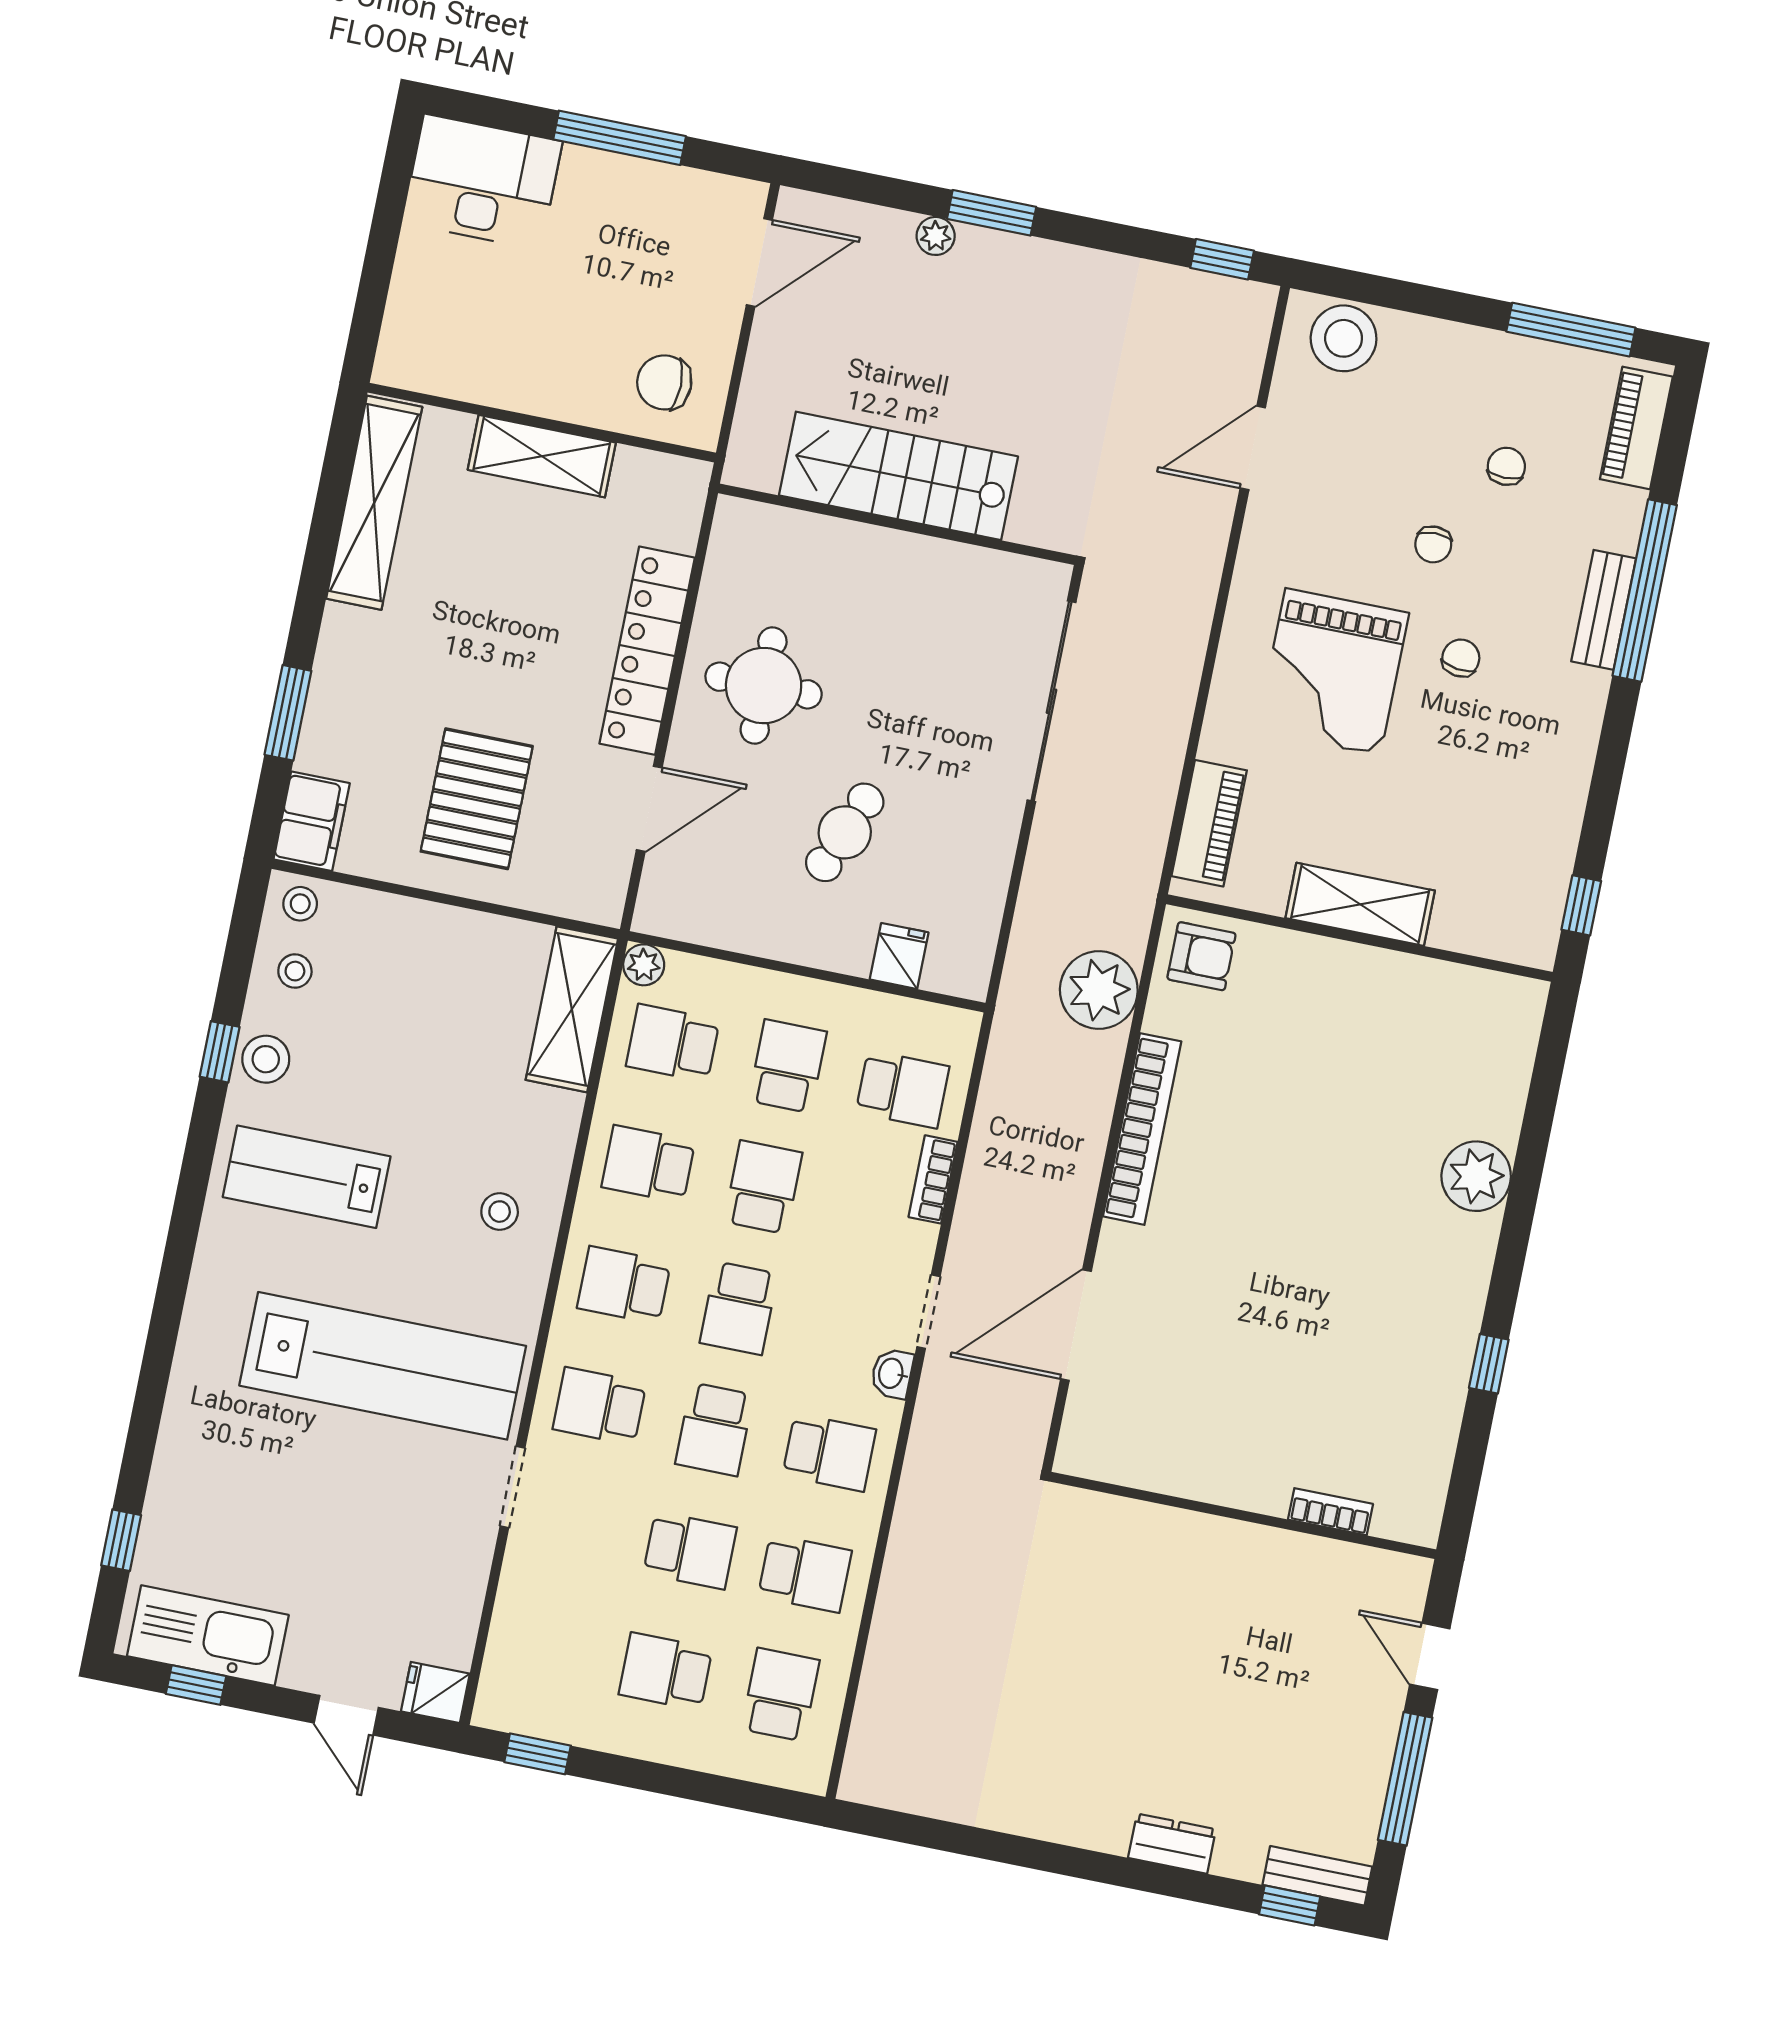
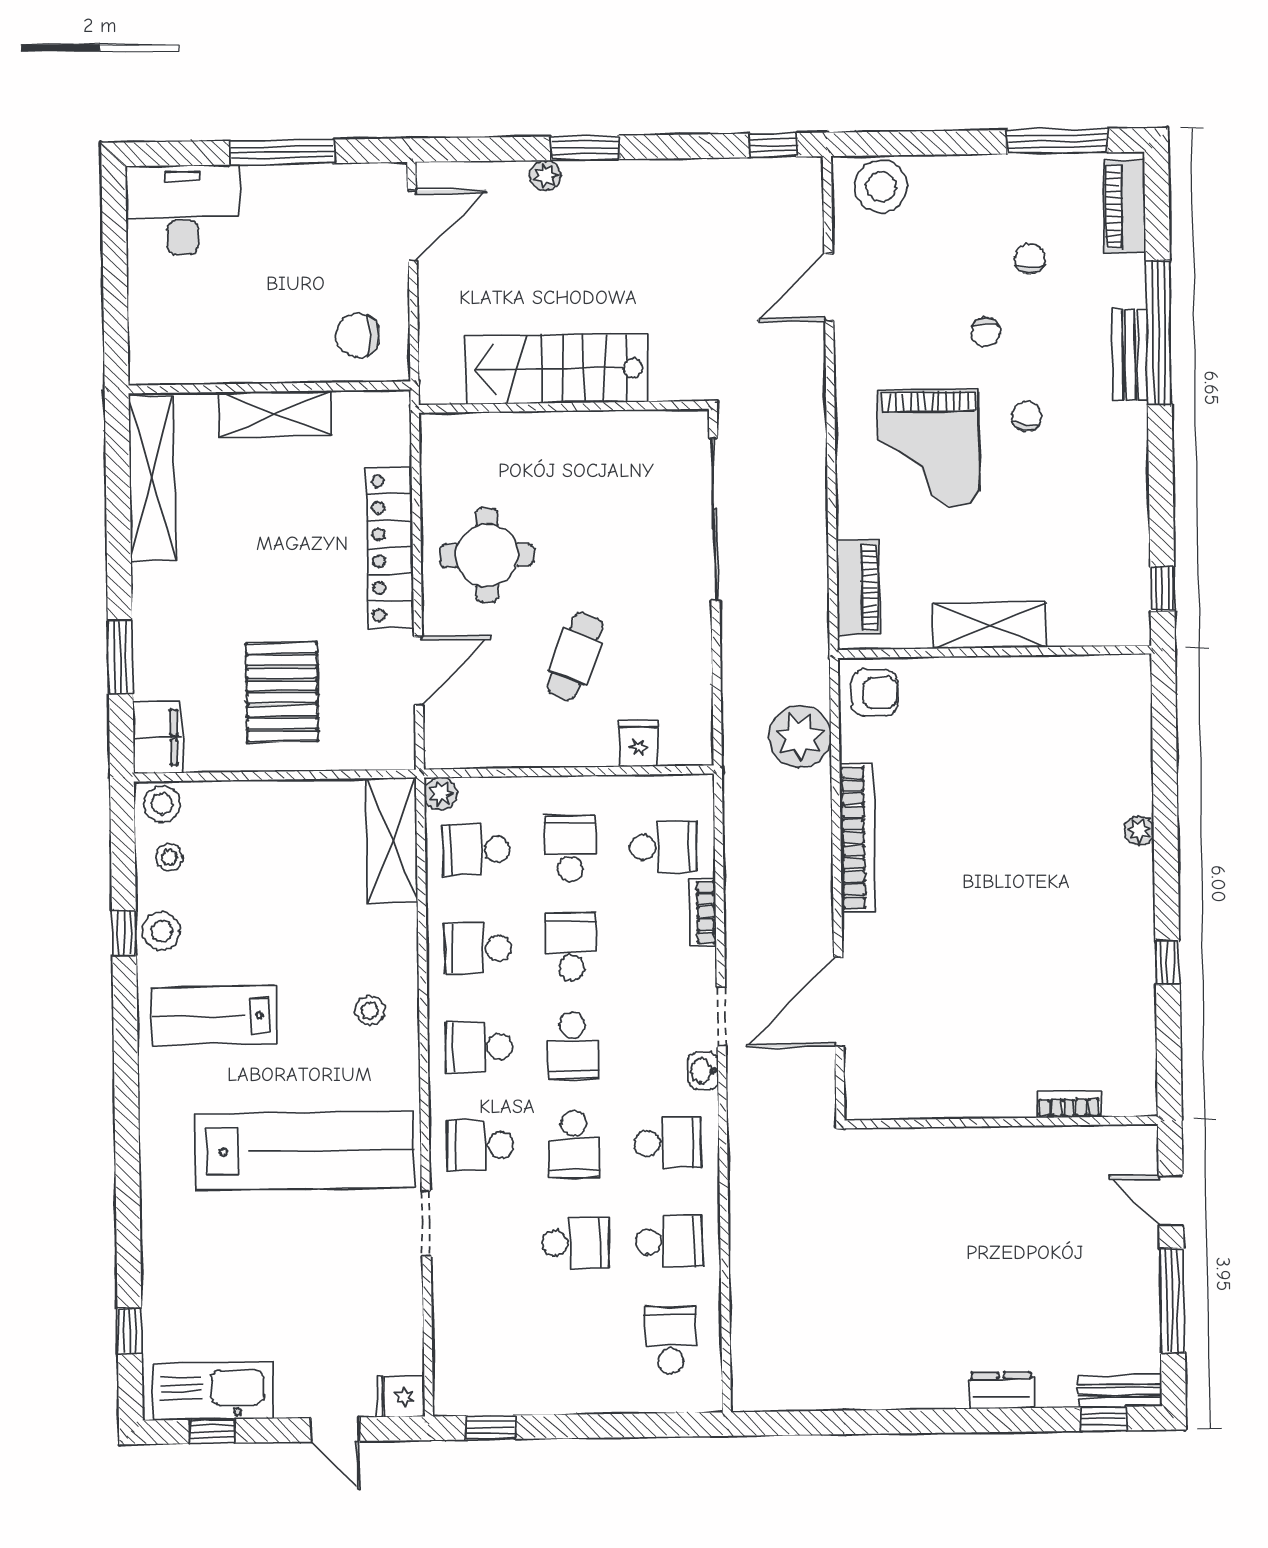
stool: (300, 904) -> (162, 804), width x1.37, depth x1.37
plant: (1476, 1176) -> (1139, 831), width x0.53, depth x0.53
school desk: (666, 1671) -> (577, 1341), removed

